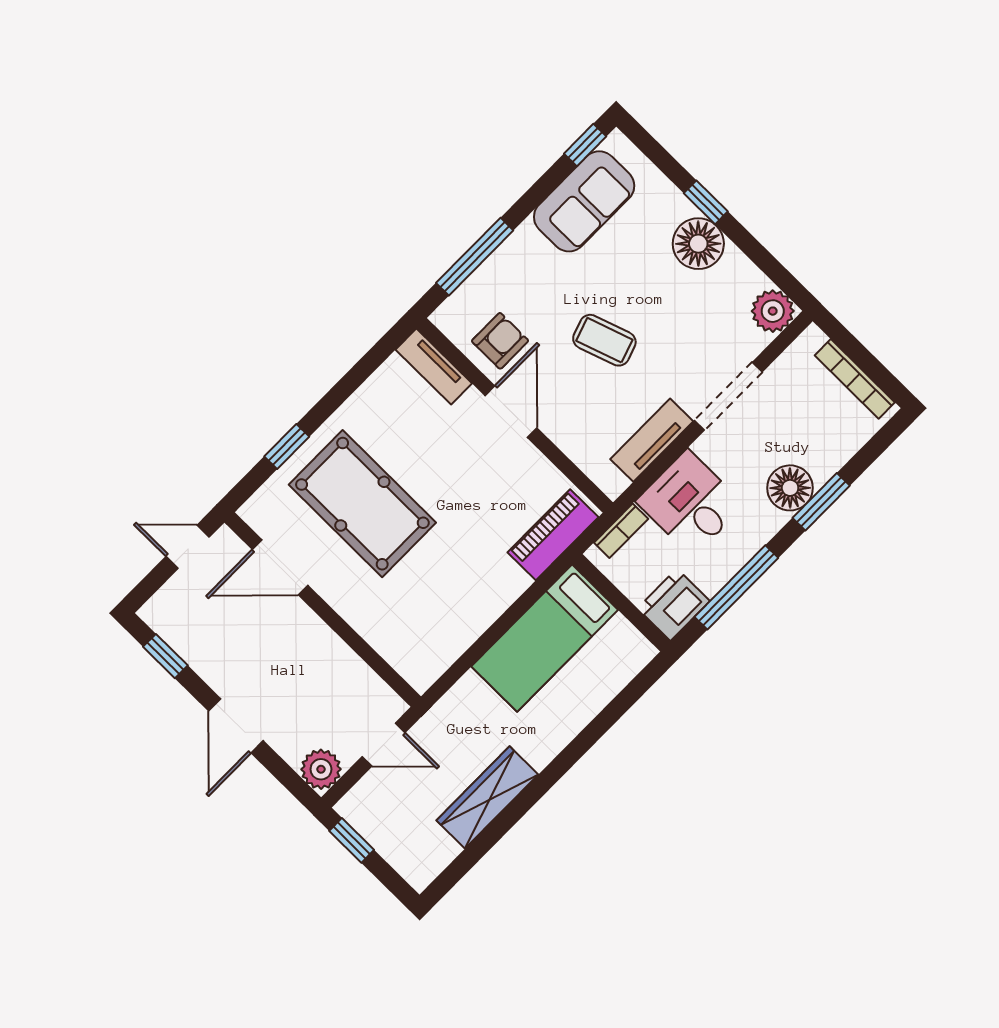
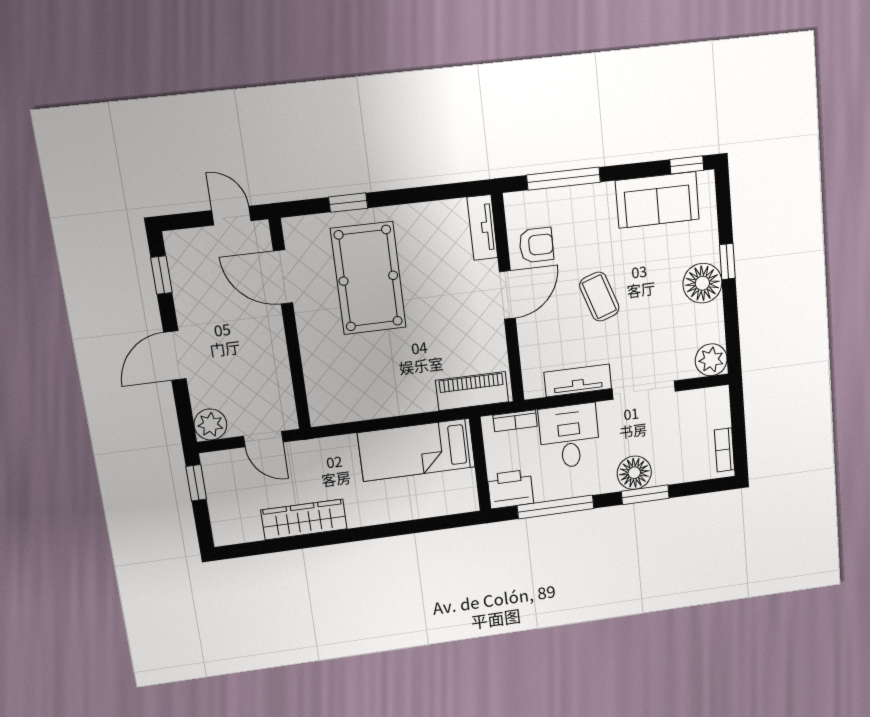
bookcase: (855, 379) -> (724, 450), width x0.64

